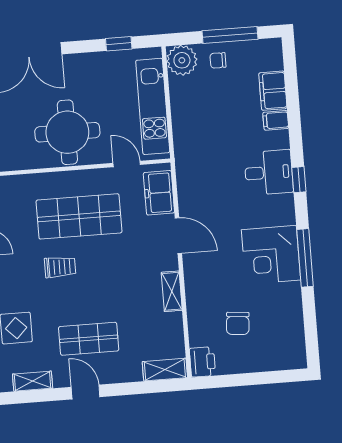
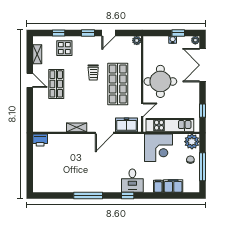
corner desk: (271, 255) -> (158, 148), moved, turned 180
chair: (238, 323) -> (58, 159), removed
shelving: (165, 370) -> (38, 121), removed
door: (86, 392) -> (30, 80), hinge flipped

